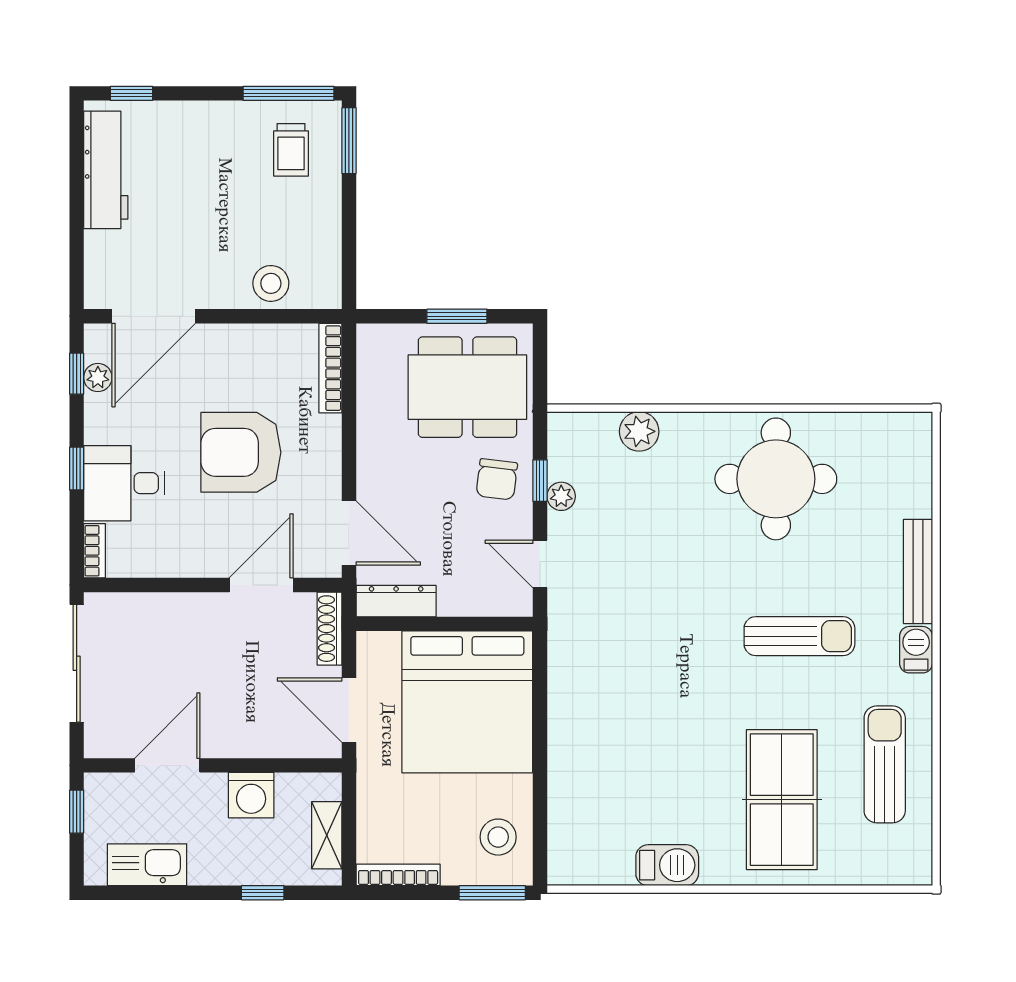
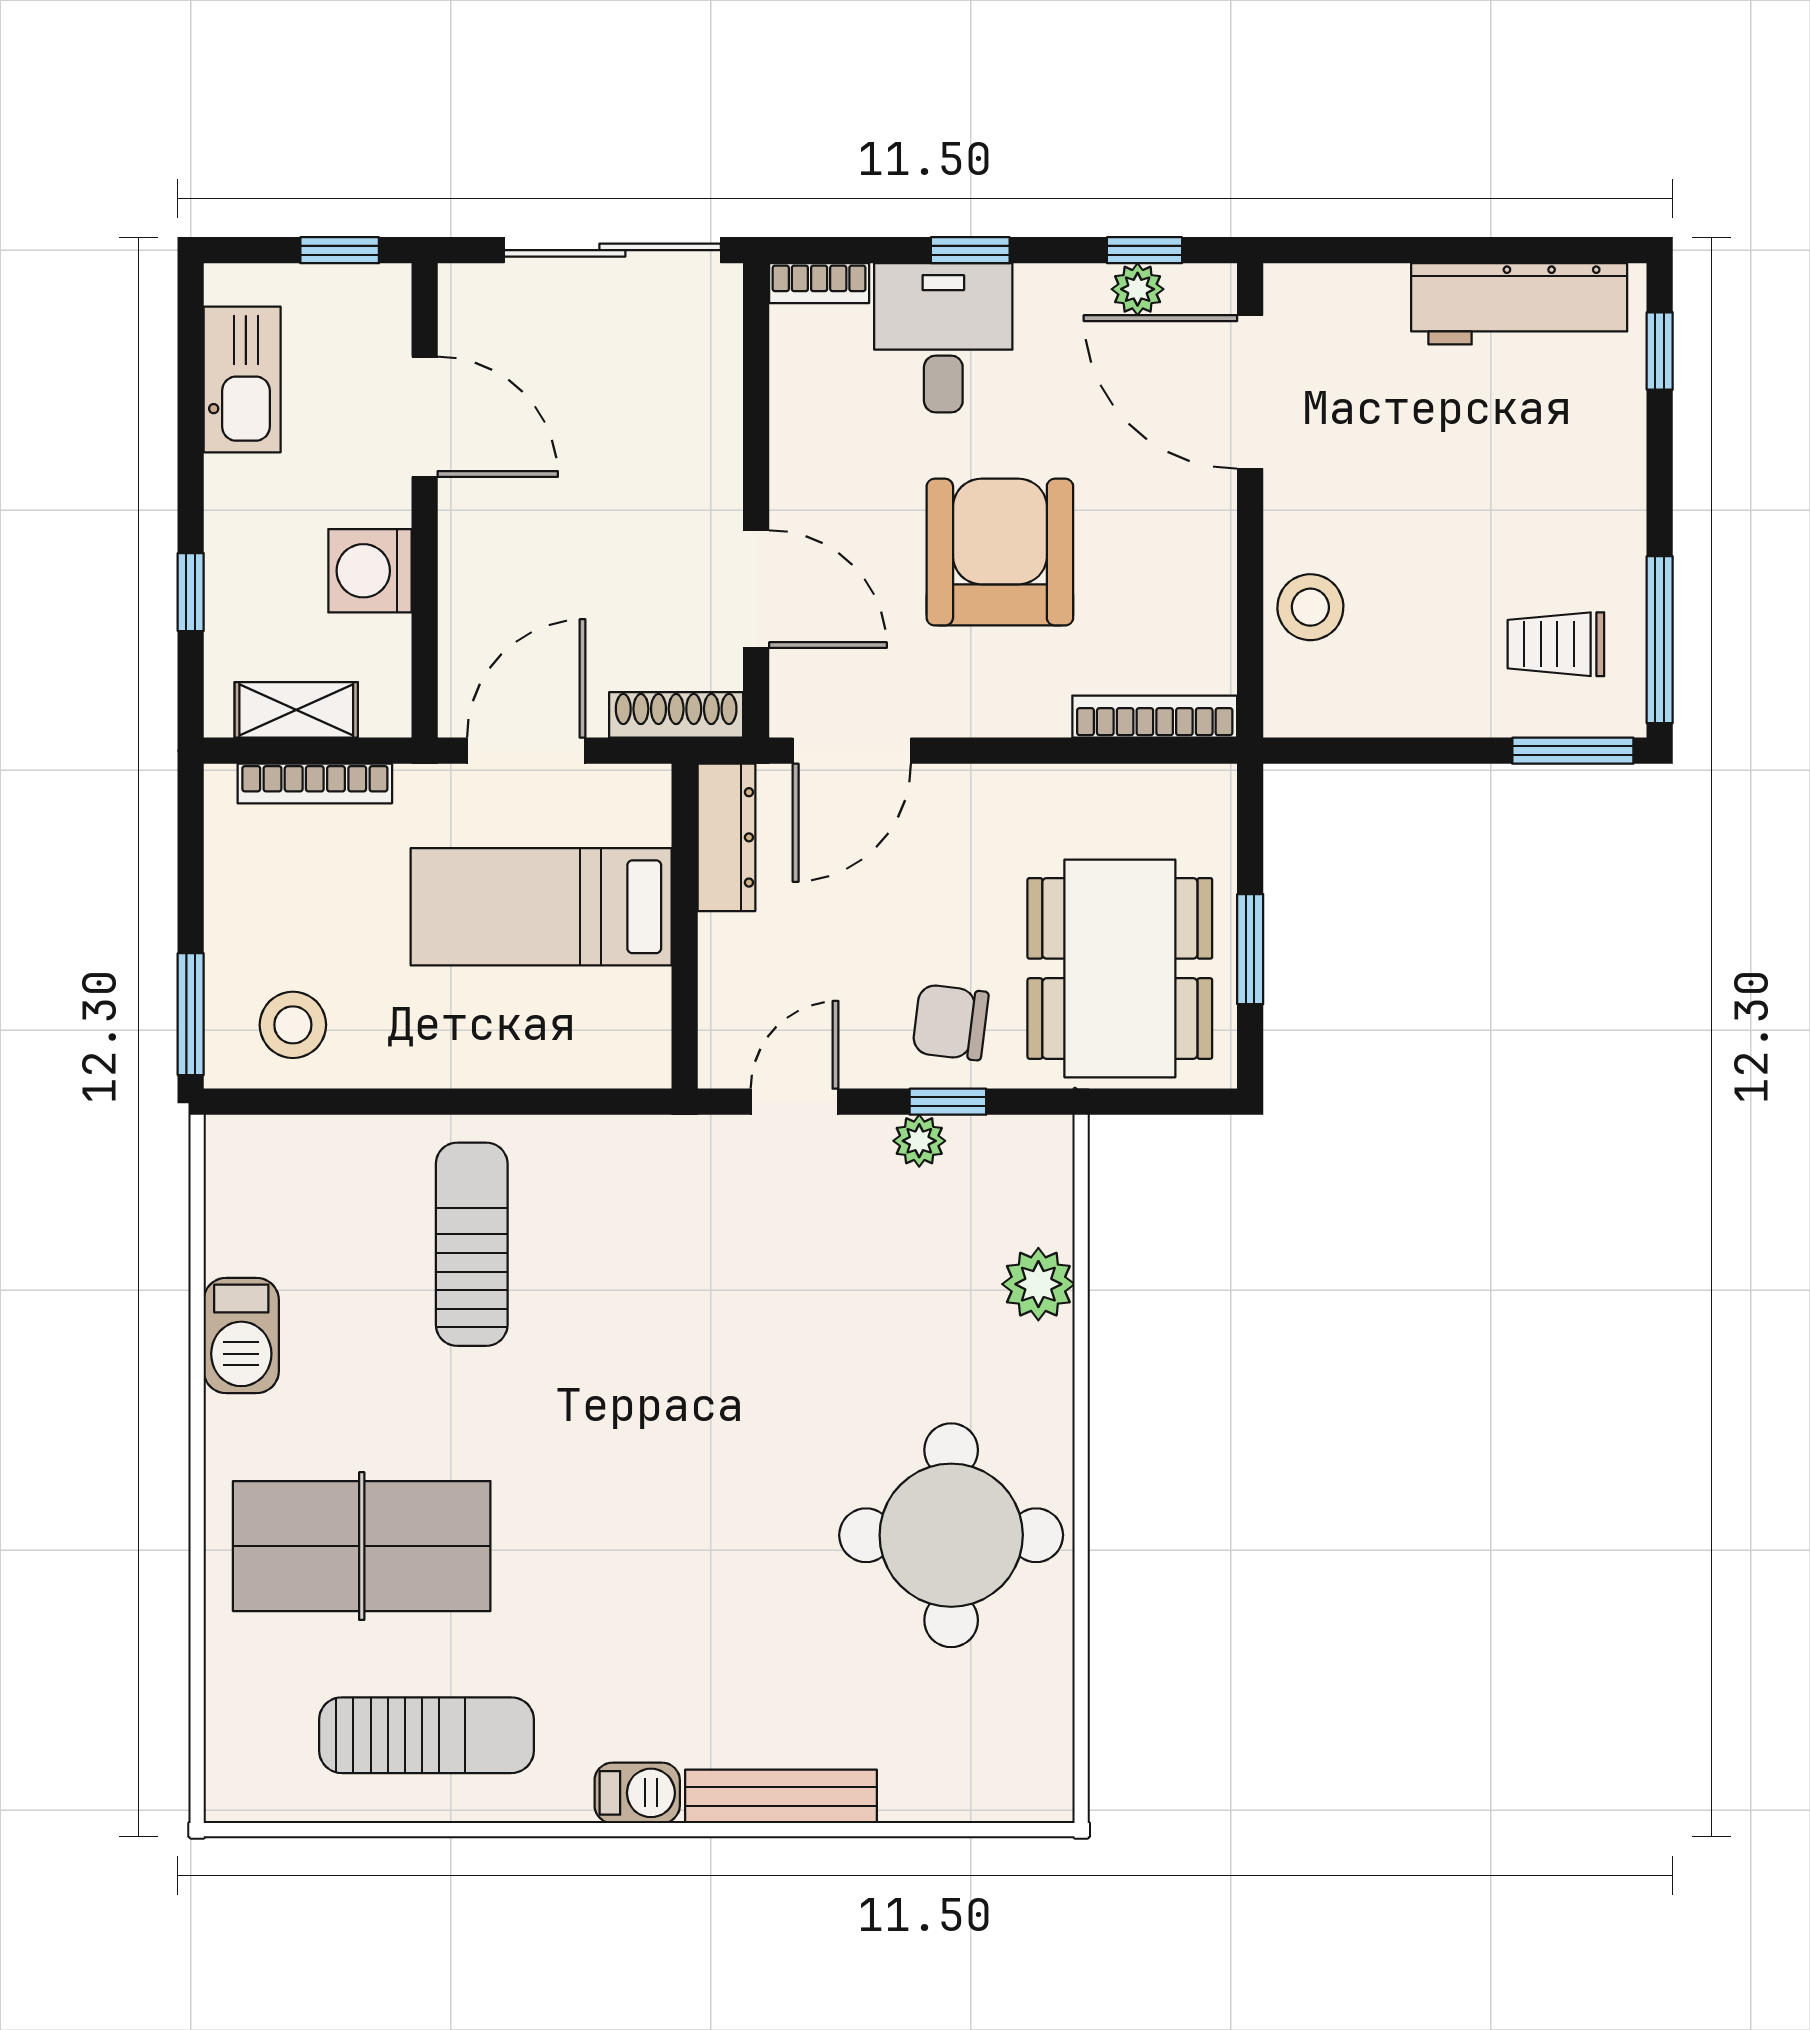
sun lounger: (799, 636) -> (472, 1244), moved, turned 180
bed: (467, 702) -> (541, 907), width x0.49
bookcase: (398, 875) -> (315, 783), moved, turned 90

